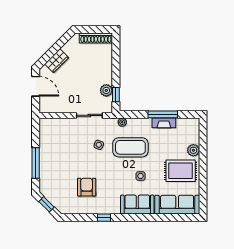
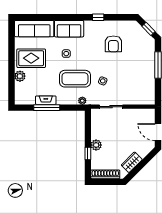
wardrobe: (57, 61) -> (132, 162), moved
plant: (106, 90) -> (96, 145), moved
window: (116, 95) -> (88, 153), moved

